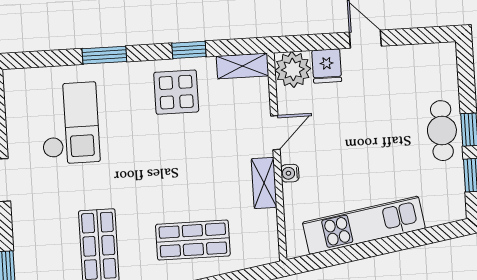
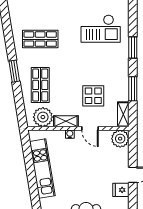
window: (189, 50) -> (133, 89), width x1.50
fridge: (327, 66) -> (121, 190), moved
display table: (176, 92) -> (93, 96), moved
plant: (258, 231) -> (43, 117), added

